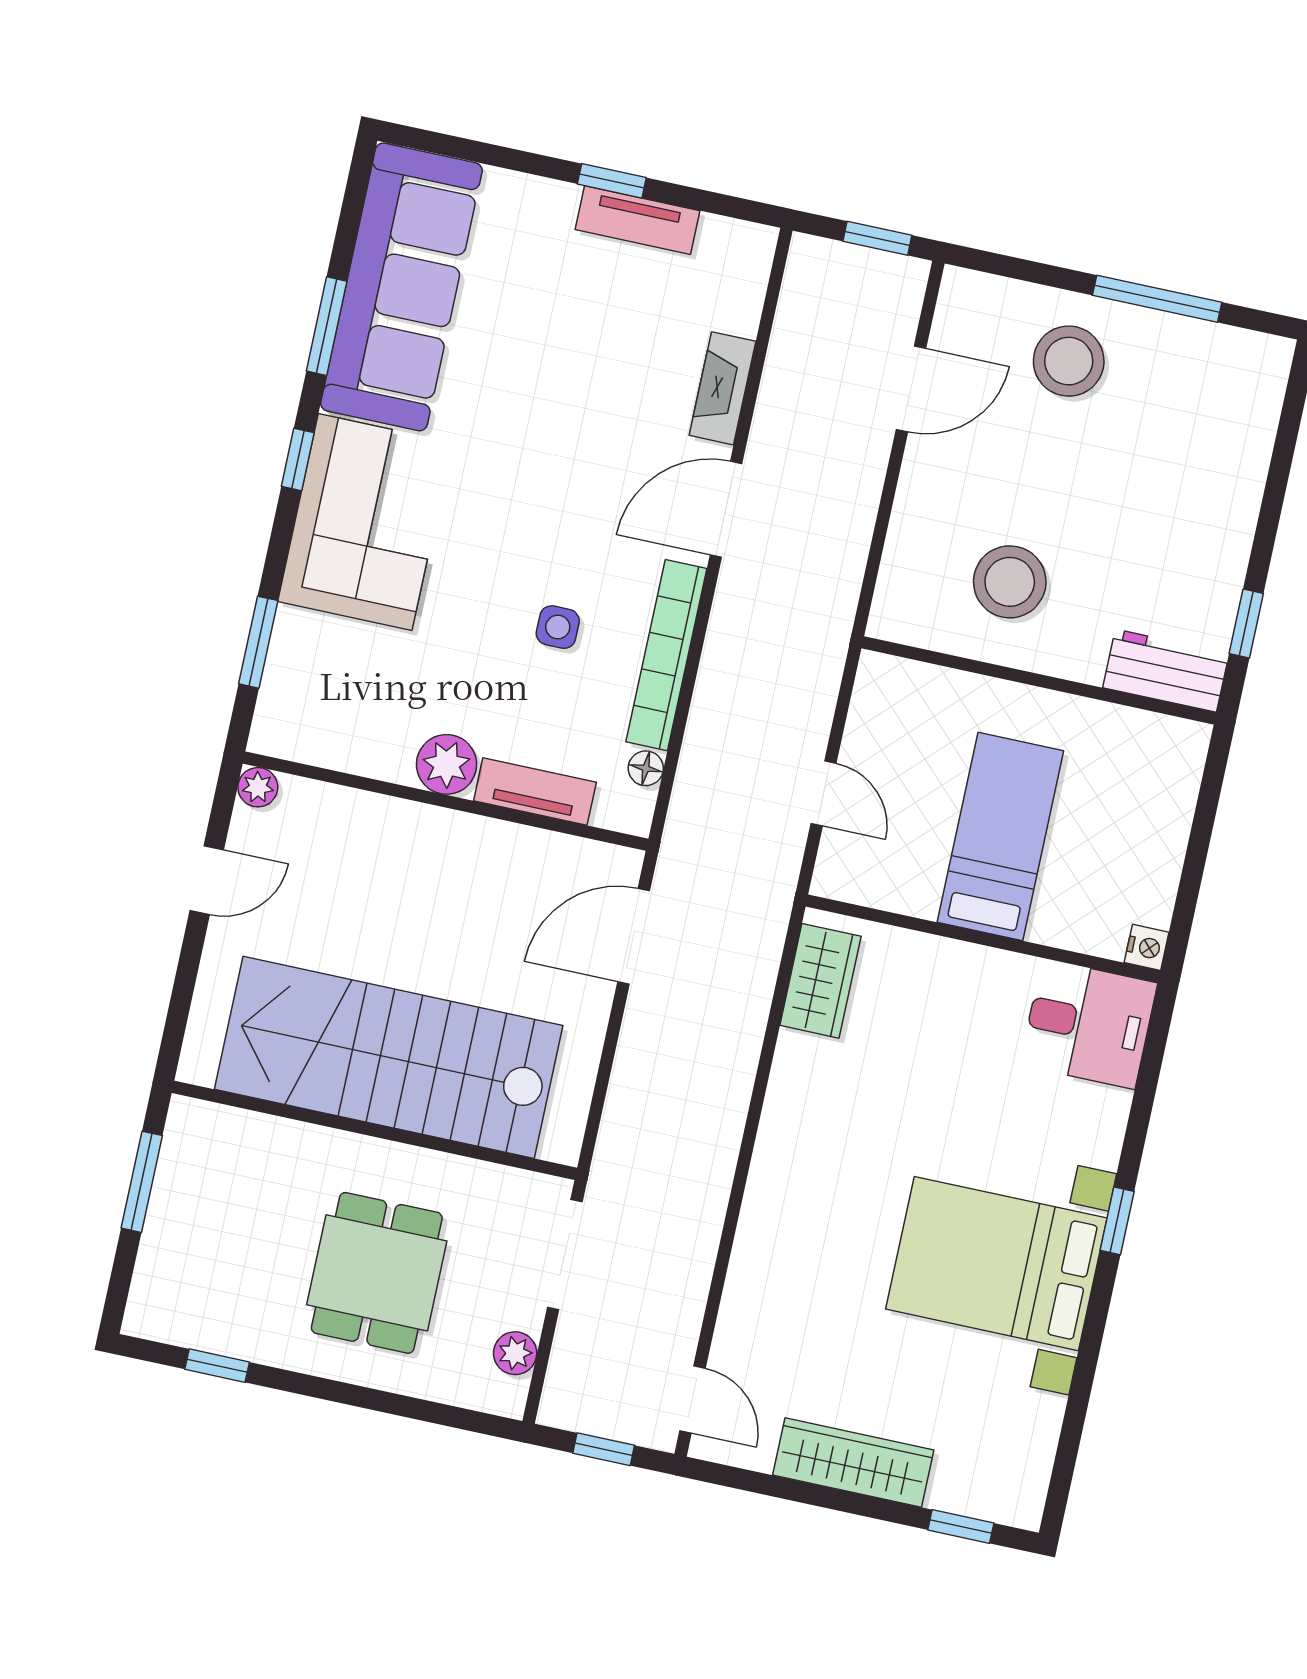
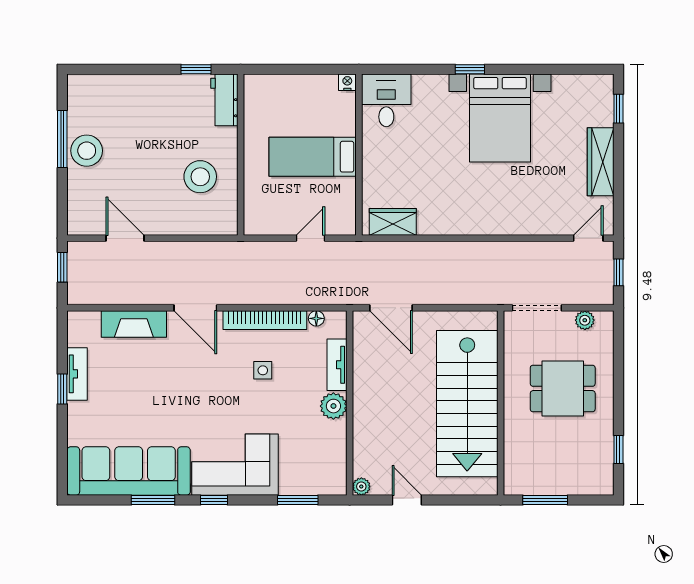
stool: (1069, 361) -> (87, 151), moved
fireplace: (723, 388) -> (134, 324), width x1.37, depth x1.32

